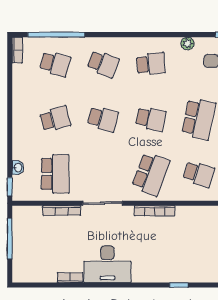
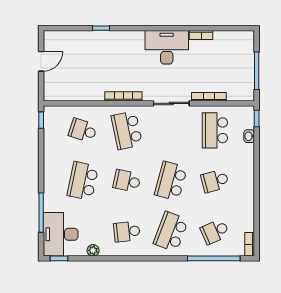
school desk: (55, 64) -> (215, 232), turned -39
school desk: (103, 64) -> (171, 232), width x1.85
school desk: (103, 119) -> (171, 181), width x1.85
school desk: (151, 174) -> (127, 130), turned -33

